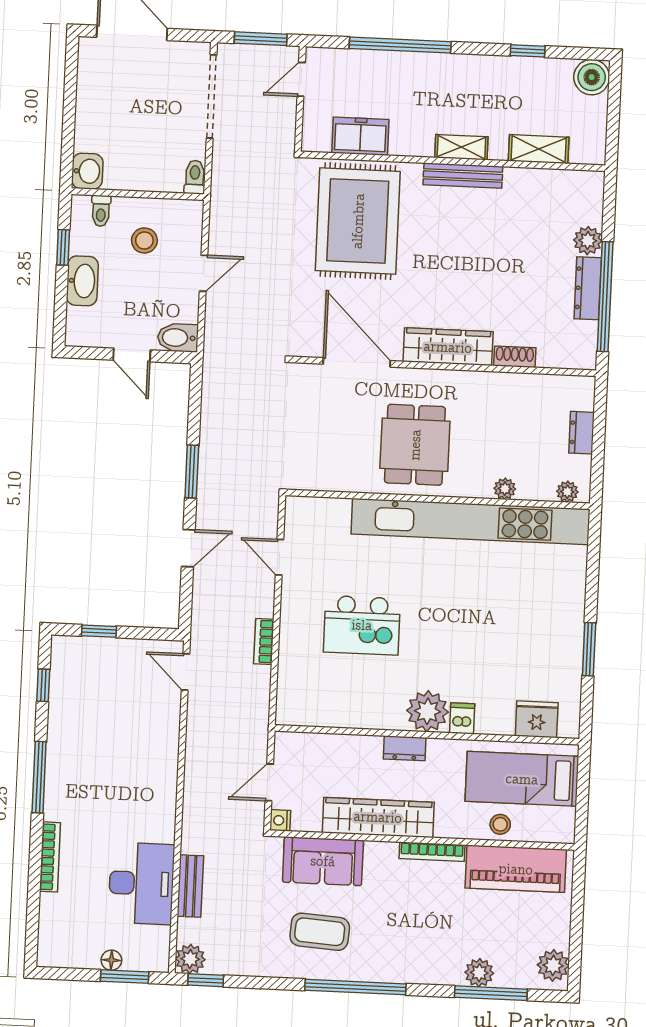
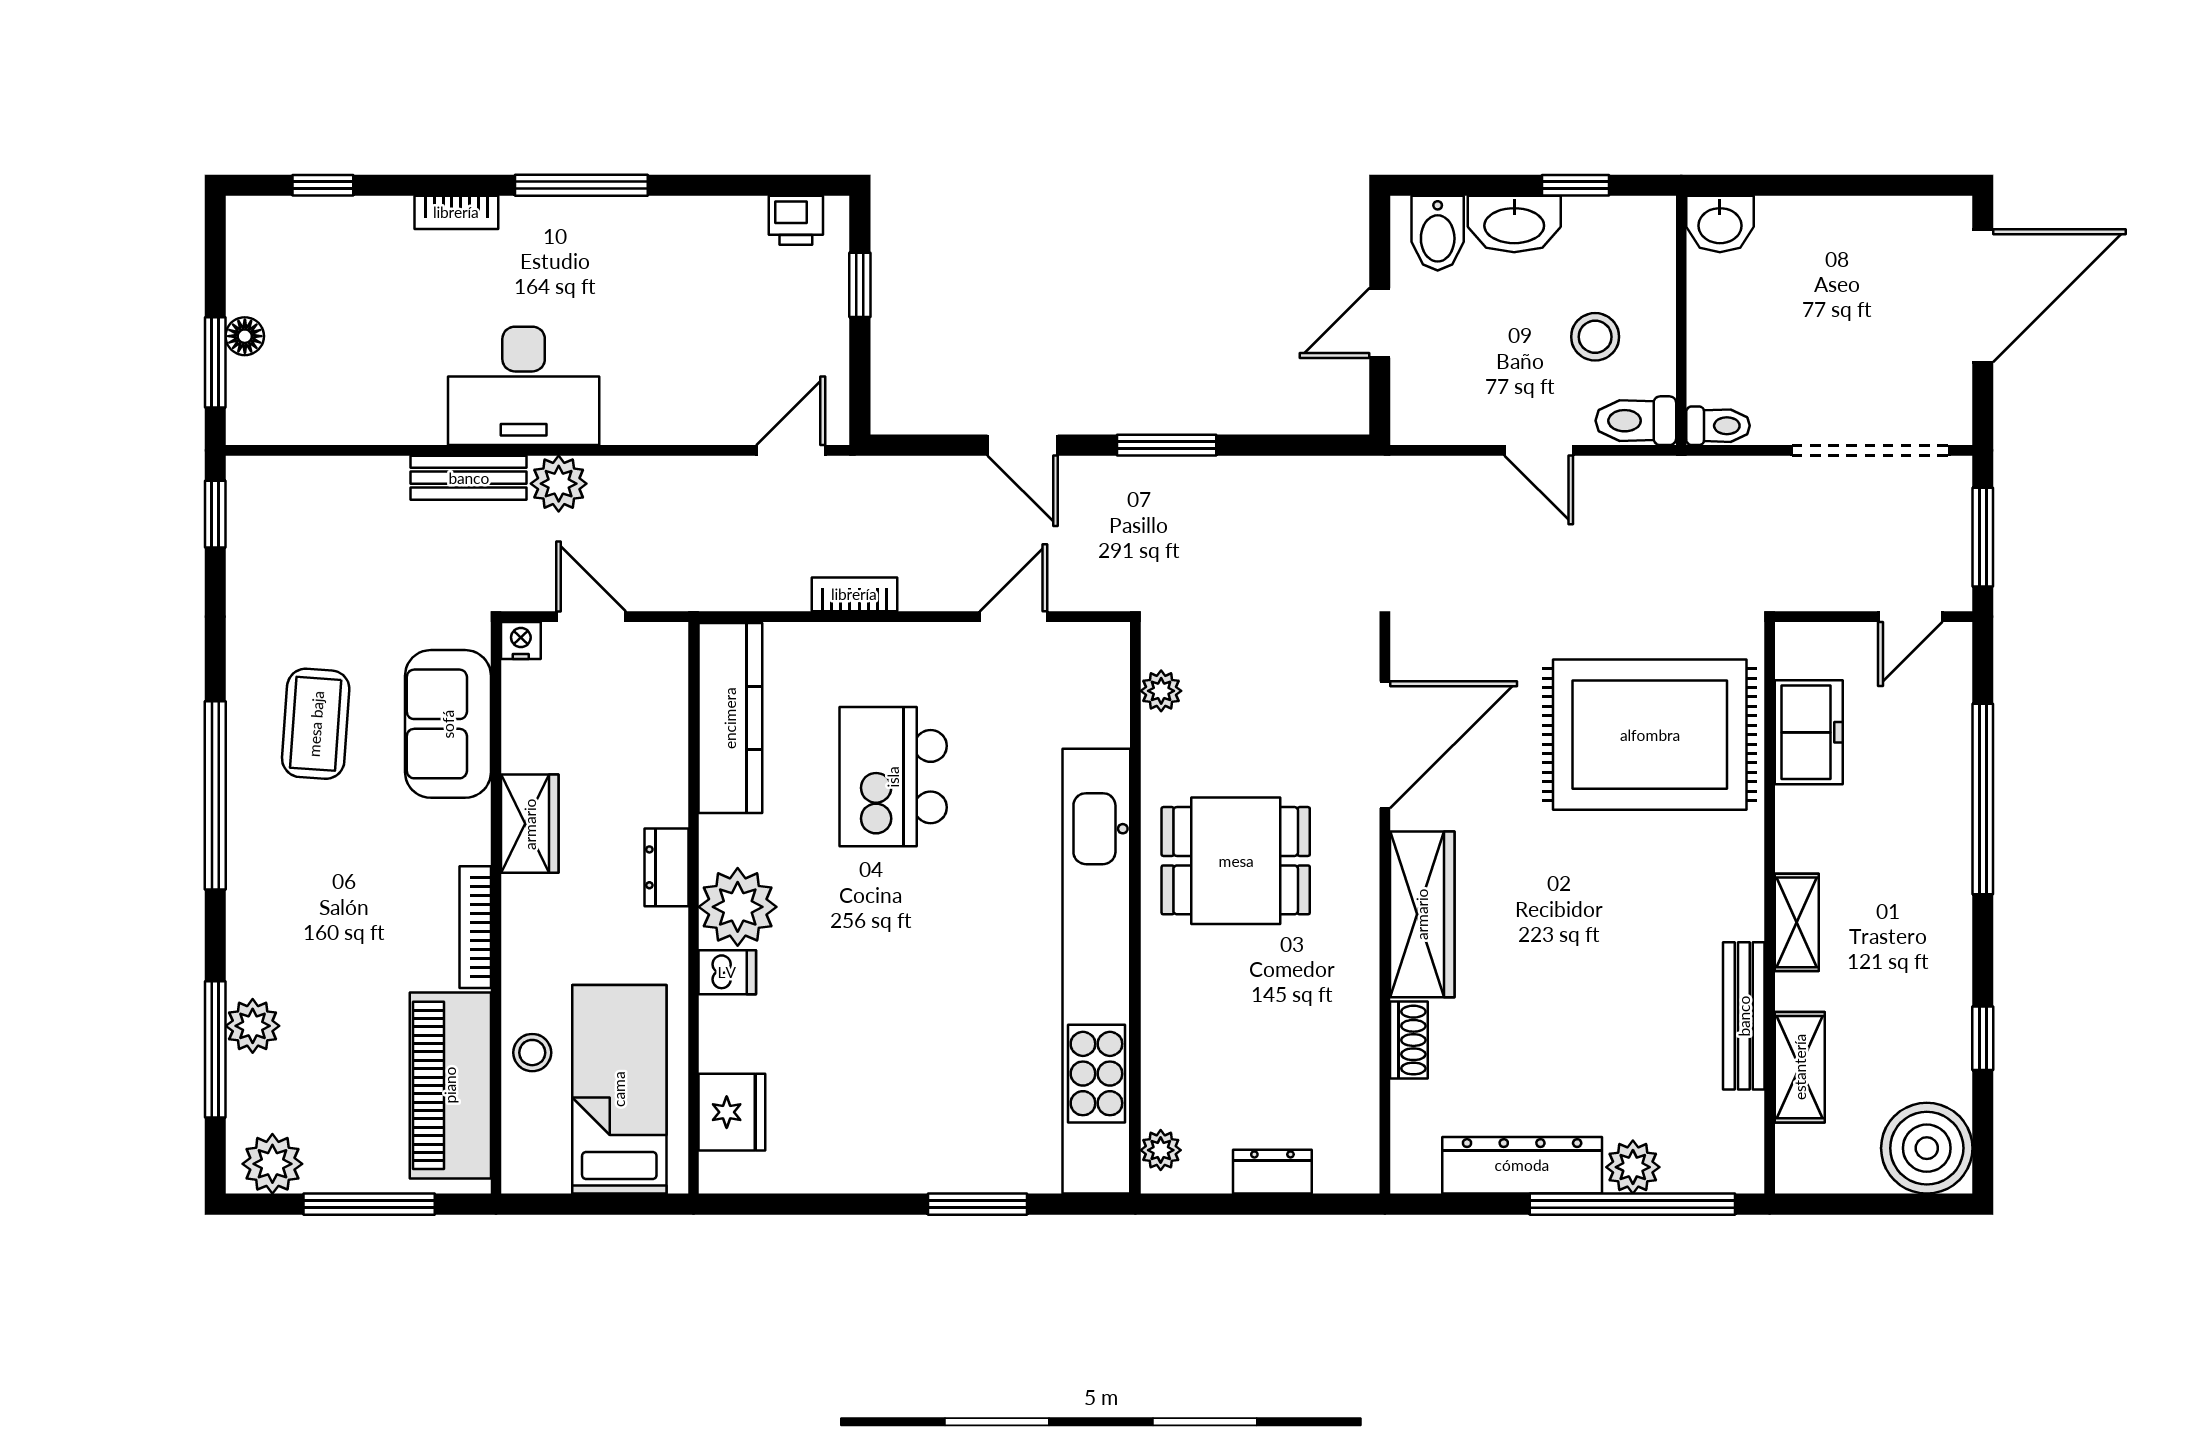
boiler: (592, 77) -> (1927, 1148), width x1.37, depth x1.37
door: (301, 79) -> (1910, 617), swing flipped
bench: (463, 176) -> (1744, 1016), moved
toilet: (101, 211) -> (1636, 421), moved, width x1.37, depth x1.39
dresser: (588, 288) -> (1522, 1165), width x1.37, depth x1.24
window: (605, 297) -> (1632, 1204), moved
bidet: (178, 338) -> (1438, 233), moved, turned 180
plant: (505, 489) -> (1161, 691), moved
window: (589, 649) -> (977, 1204), moved
printer: (63, 664) -> (796, 220), added
window: (43, 685) -> (323, 185), moved
kitchen counter: (327, 711) -> (730, 718), added
wardrobe: (378, 817) -> (530, 824), width x0.48, depth x0.85
bookcase: (50, 857) -> (456, 212), width x0.64
desk: (141, 883) -> (524, 386), moved
bench: (190, 886) -> (469, 478), moved
window: (577, 915) -> (369, 1204), added
plant: (190, 959) -> (559, 484), moved

